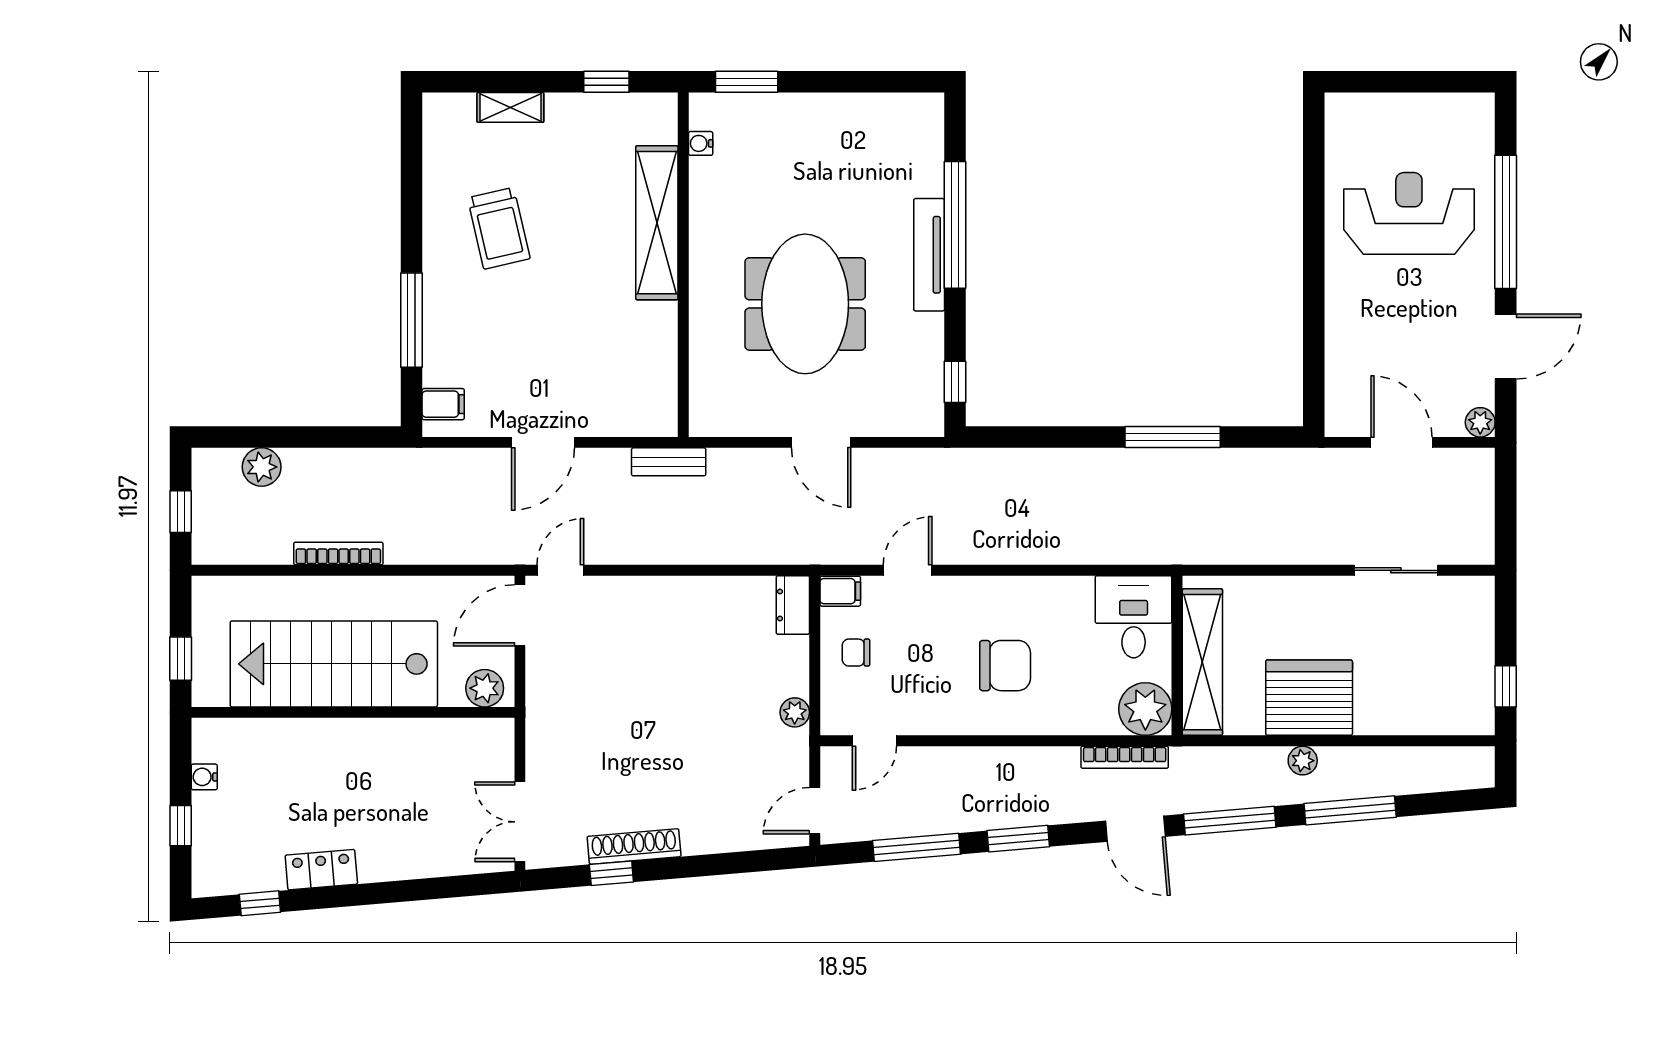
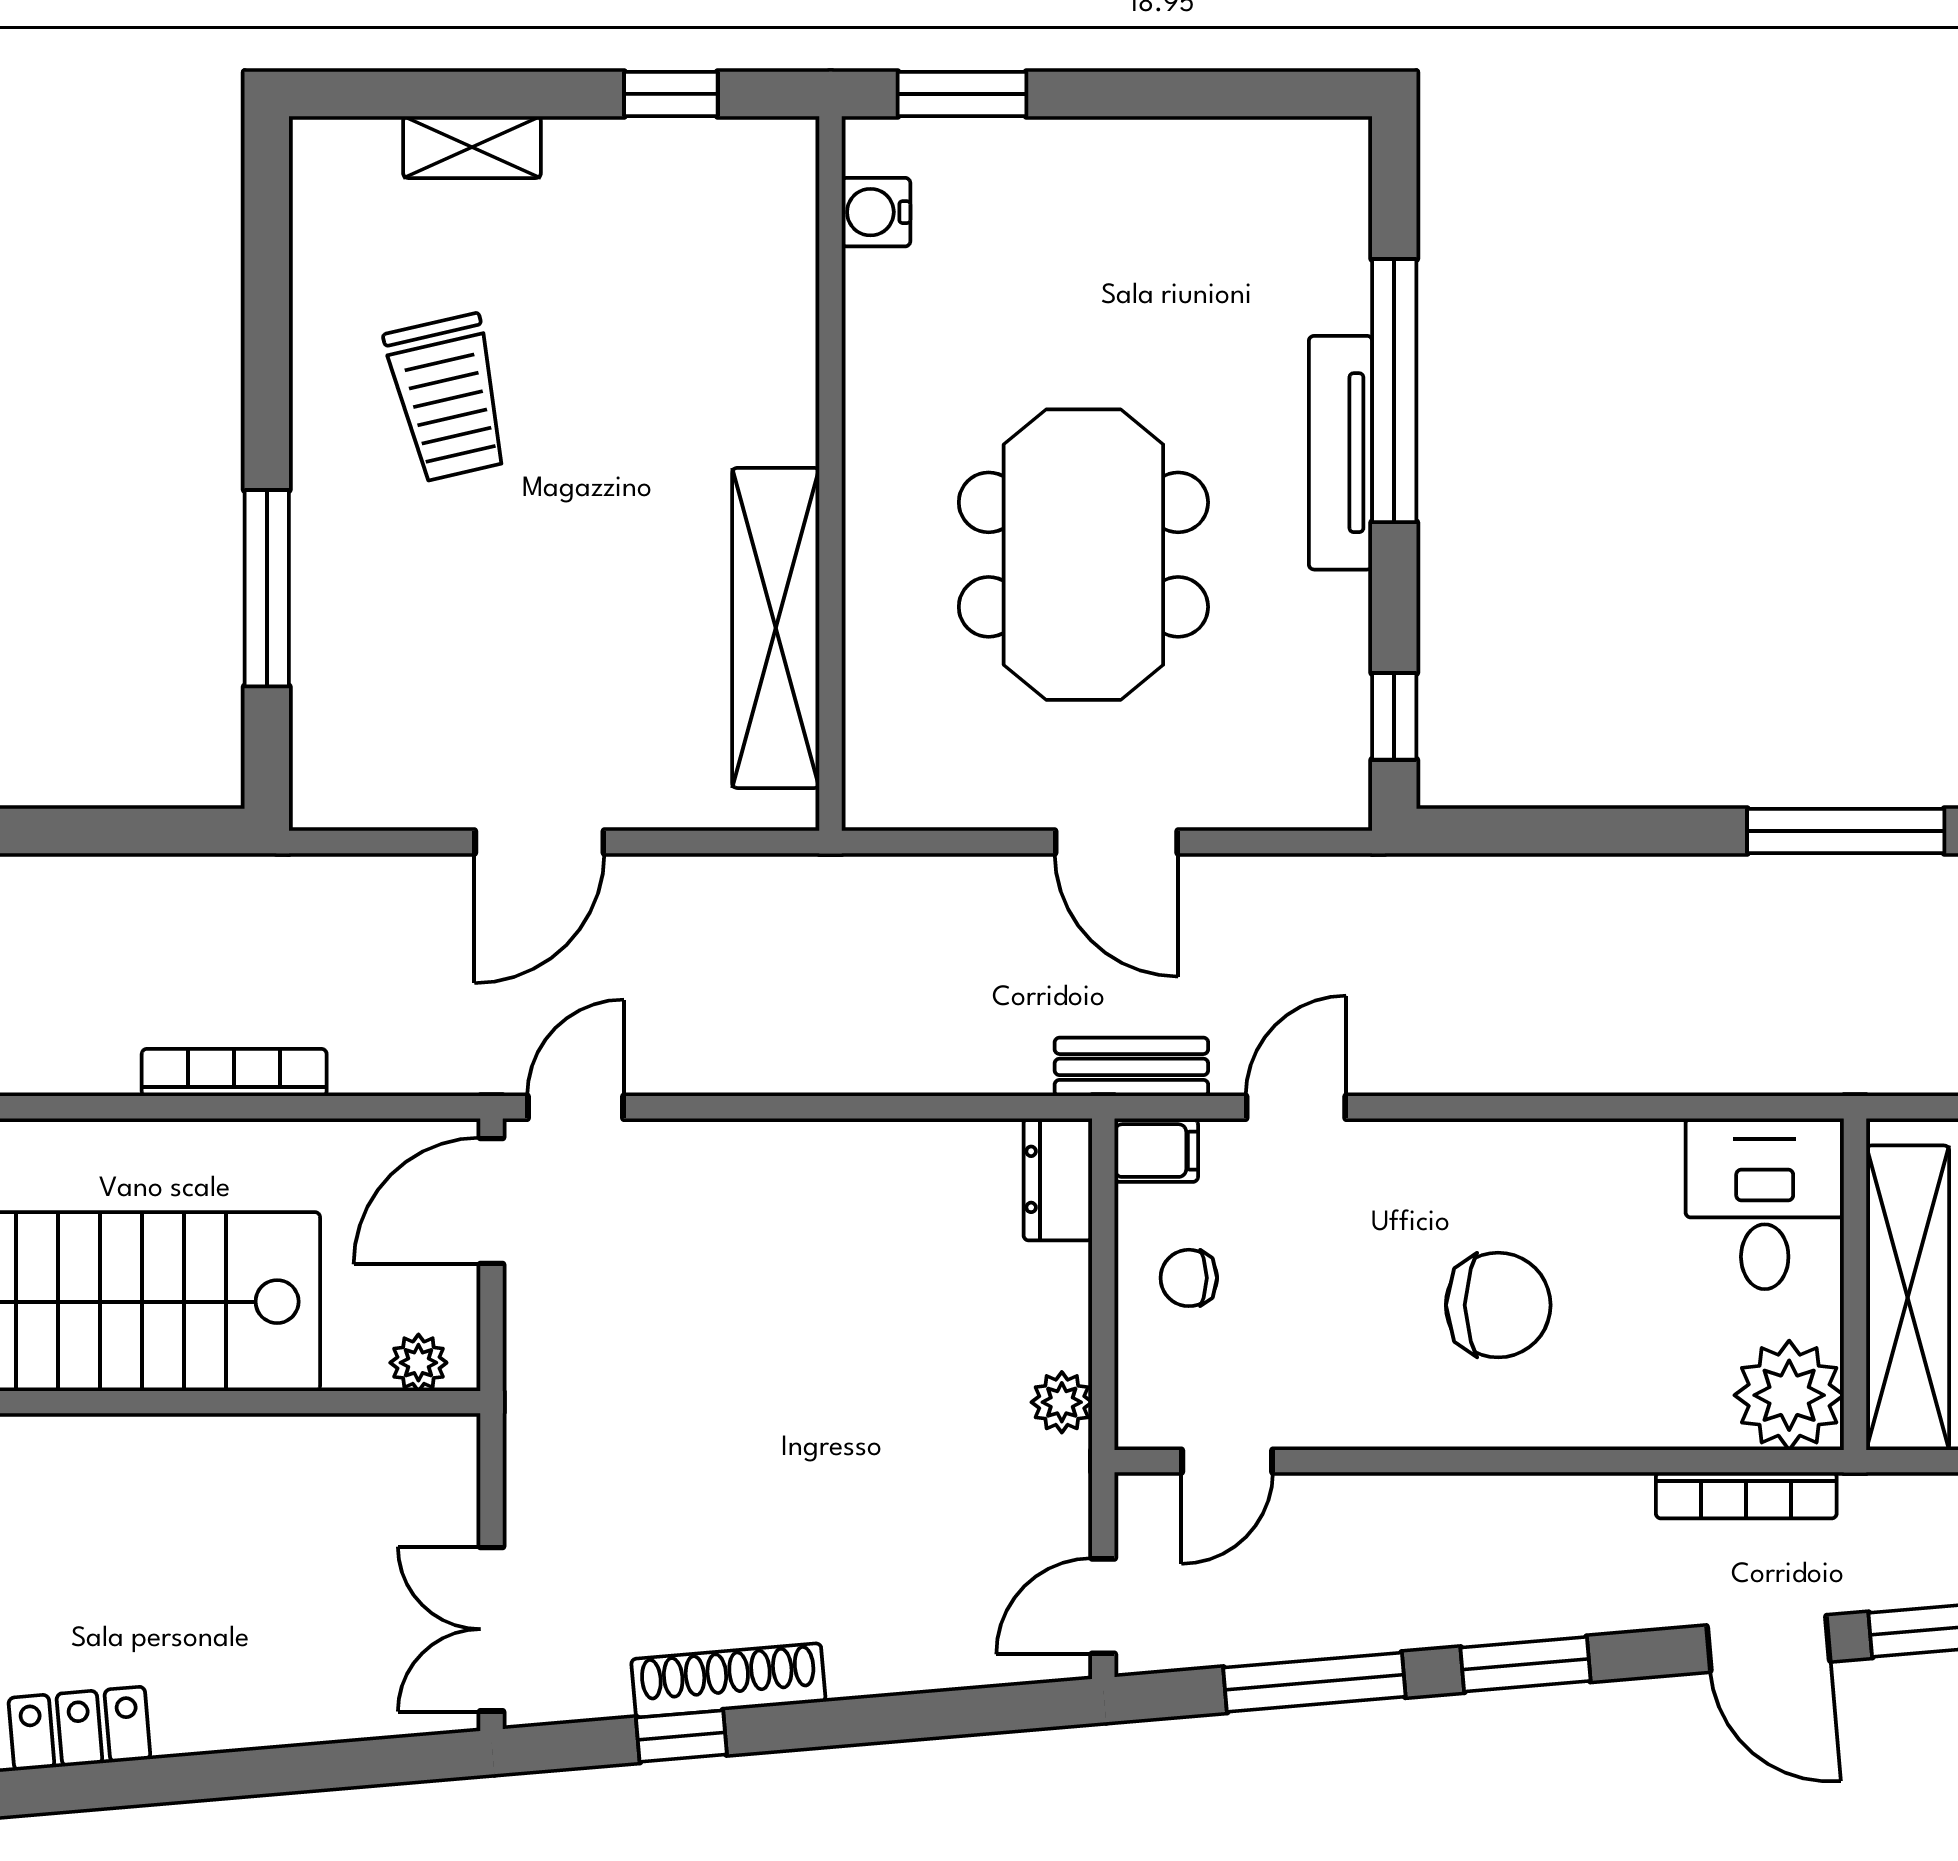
water cooler: (701, 143) -> (876, 212), width x1.38, depth x1.38
shelving: (657, 223) -> (776, 628), moved
filing cabinet: (443, 404) -> (332, 763), removed
bench: (669, 462) -> (1131, 1067), moved
bookcase: (338, 554) -> (234, 1073), moved
plant: (485, 688) -> (418, 1363), width x0.73, depth x0.73

